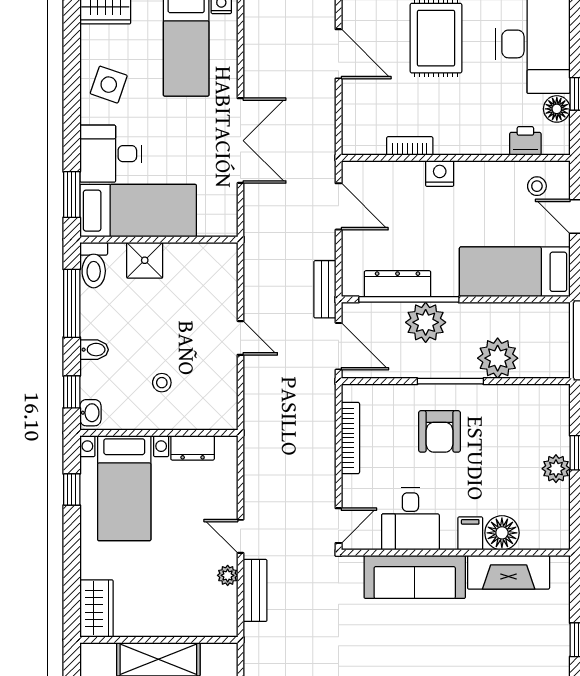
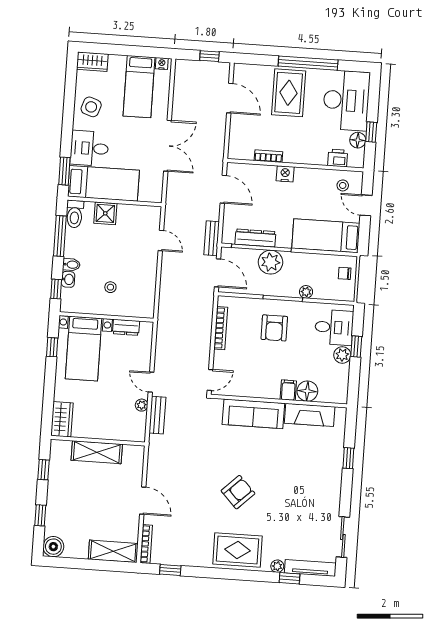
chair: (550, 332) -> (345, 273), added
door: (241, 338) -> (161, 241), moved
plant: (498, 358) -> (306, 292), width x0.53, depth x0.53
washbasin: (90, 413) -> (68, 279), moved
desk: (410, 519) -> (334, 327), moved, turned -90

